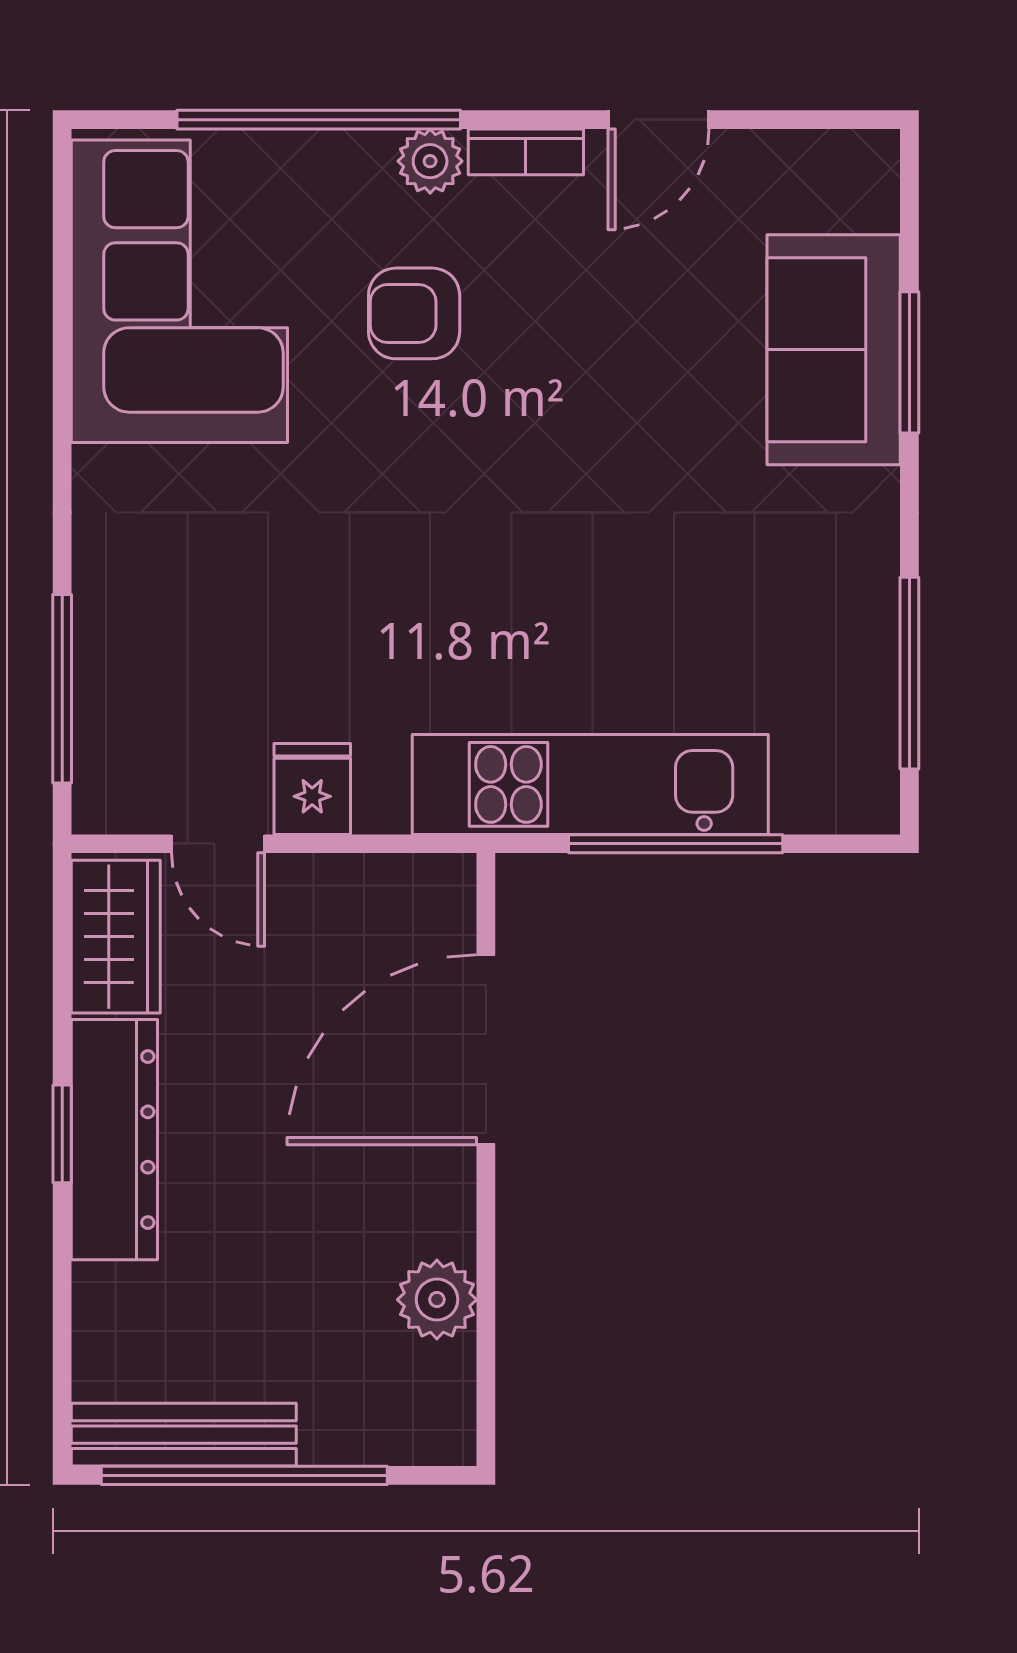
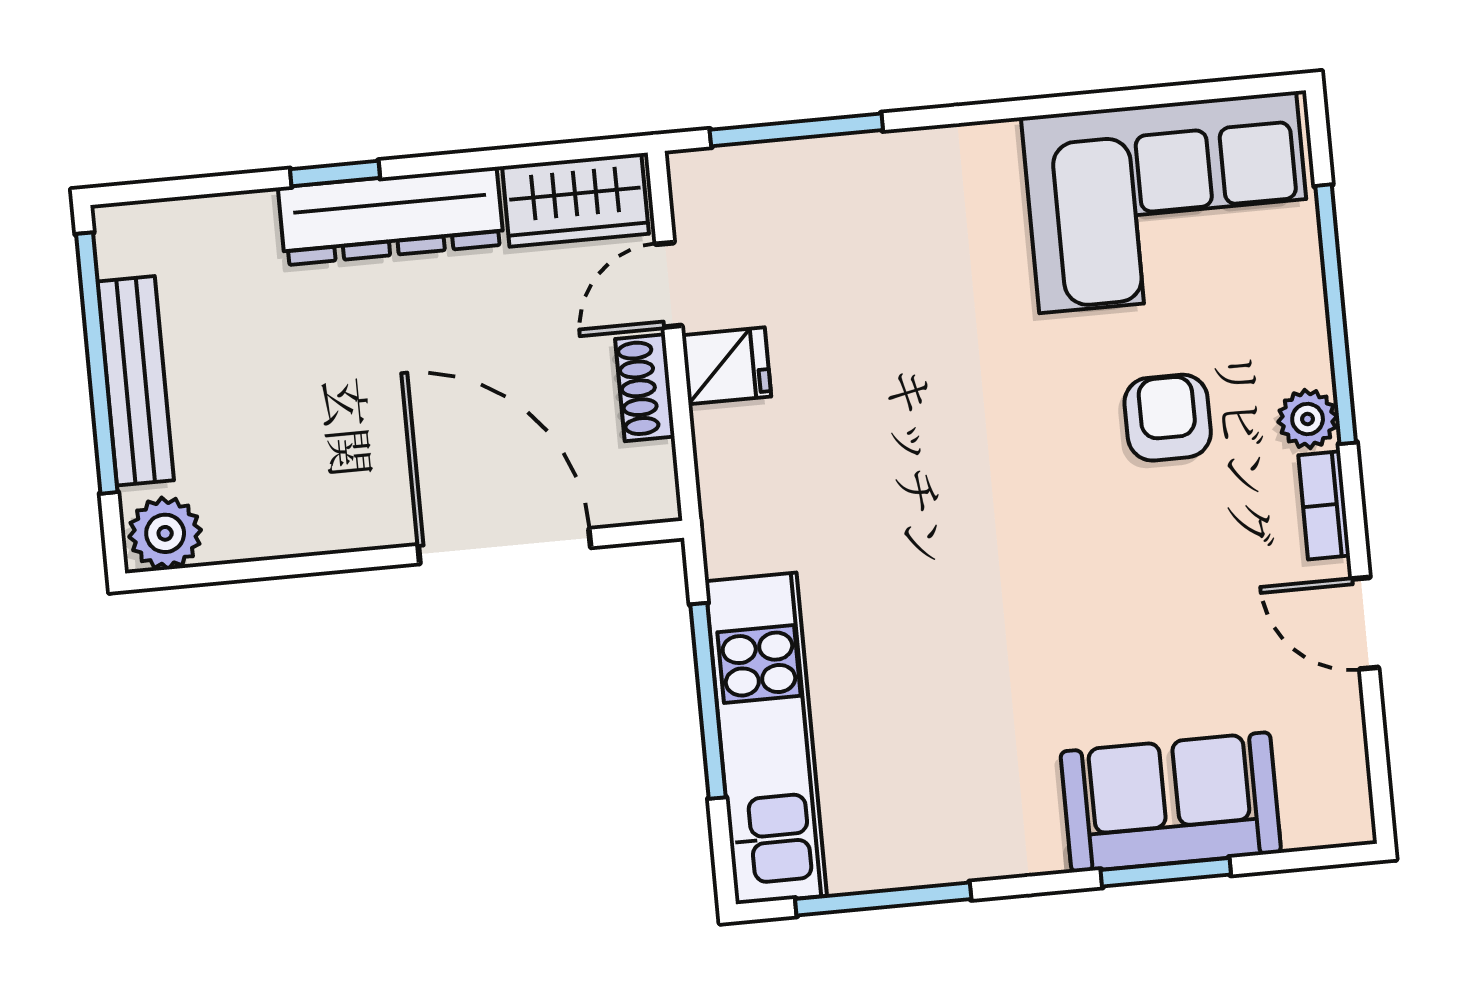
kitchen unit: (590, 784) -> (766, 738), moved
shoe rack: (328, 880) -> (645, 388), added
window: (62, 1134) -> (335, 174), moved
plant: (437, 1300) -> (165, 533), moved
bench: (184, 1435) -> (136, 381), moved

